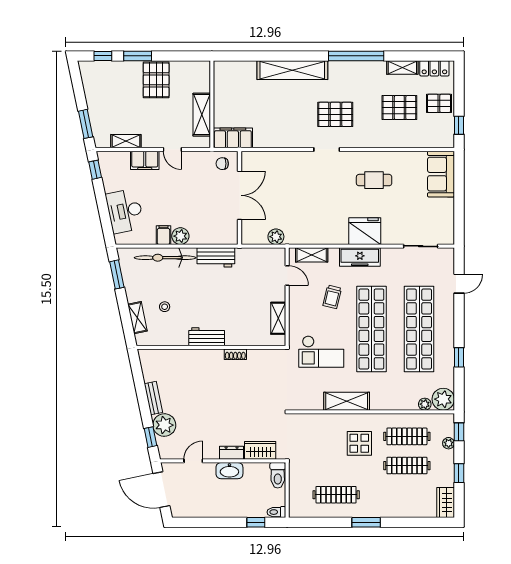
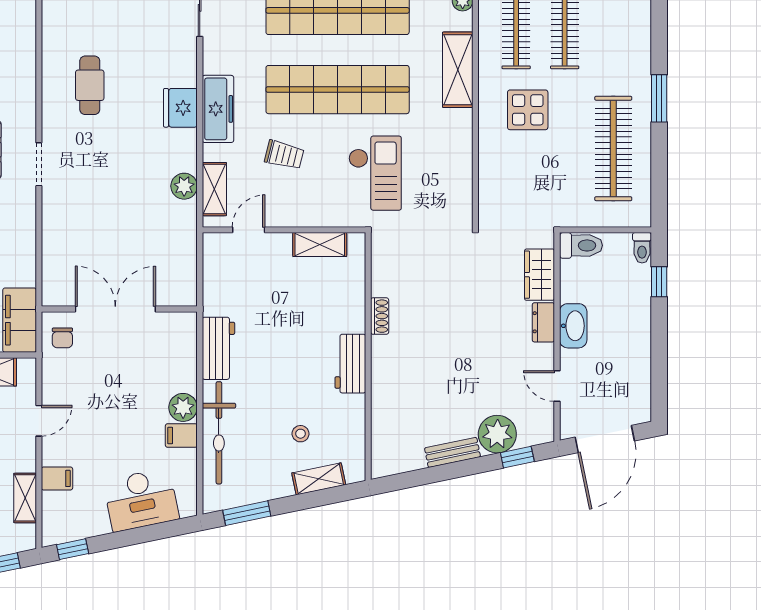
filing cabinet: (145, 160) -> (57, 478), width x0.50
fridge: (365, 231) -> (180, 108), width x0.73, depth x0.75
plant: (276, 237) -> (184, 186), moved
shelving: (347, 401) -> (458, 70), moved
clothes rail: (336, 495) -> (613, 148), width x1.37, depth x1.31

